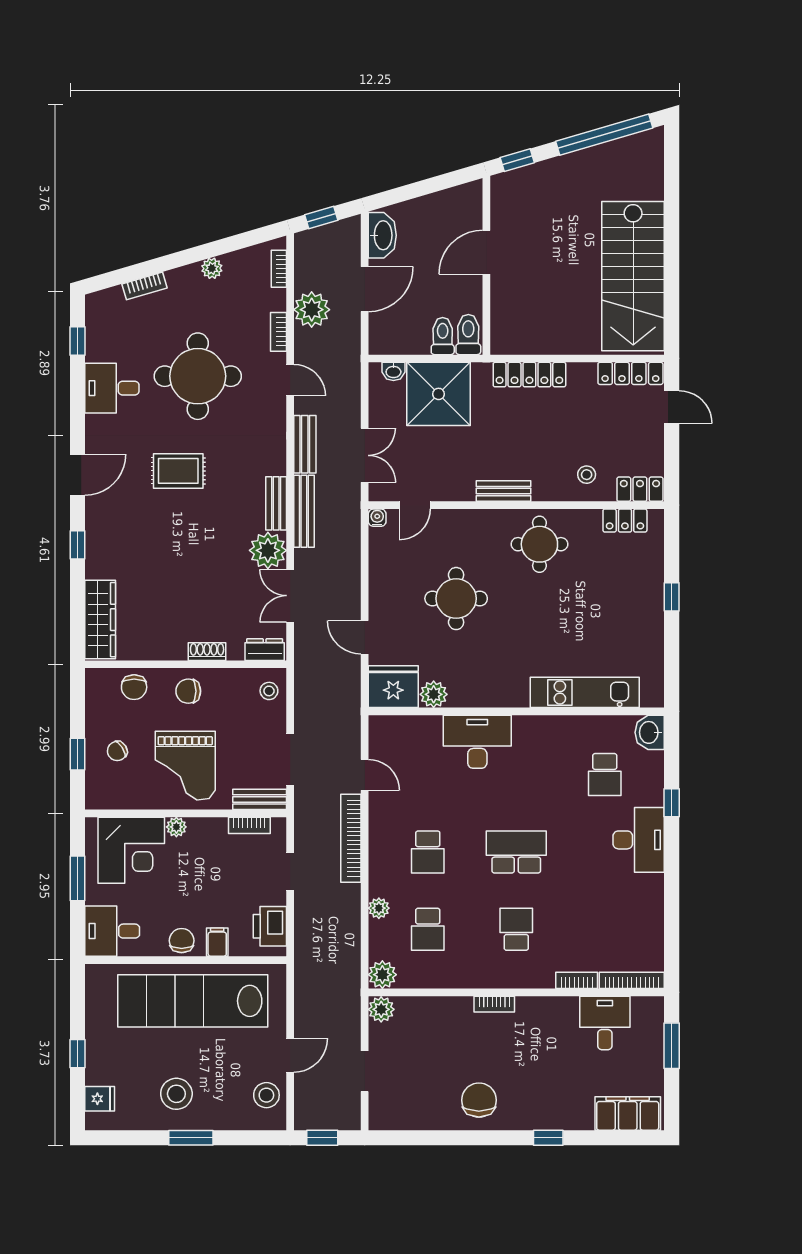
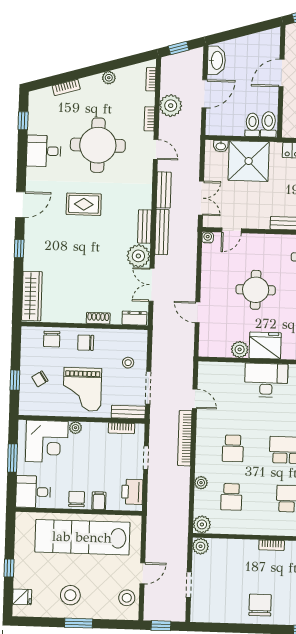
fridge: (393, 687) -> (265, 345), moved
stool: (269, 691) -> (128, 363), moved

